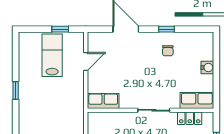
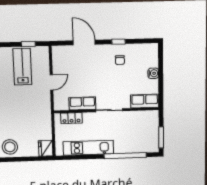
door: (86, 62) -> (51, 82), moved
row of seats: (103, 101) -> (82, 103), moved
locker: (190, 118) -> (71, 118), moved

